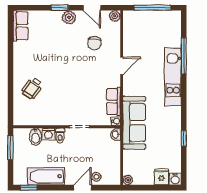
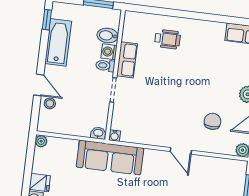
chair: (94, 43) -> (212, 121), turned 81
wheelchair: (32, 88) -> (167, 39), turned 145
row of seats: (114, 101) -> (127, 60), moved, turned 90

